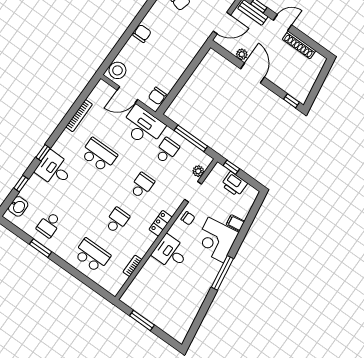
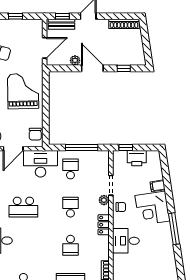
shoe rack: (299, 45) -> (124, 24), moved
grand piano: (174, 49) -> (23, 91), added
window: (292, 101) -> (124, 68), moved
school desk: (99, 155) -> (23, 207), turned 180
plant: (198, 171) -> (104, 200), moved
school desk: (117, 220) -> (70, 245), turned 180

